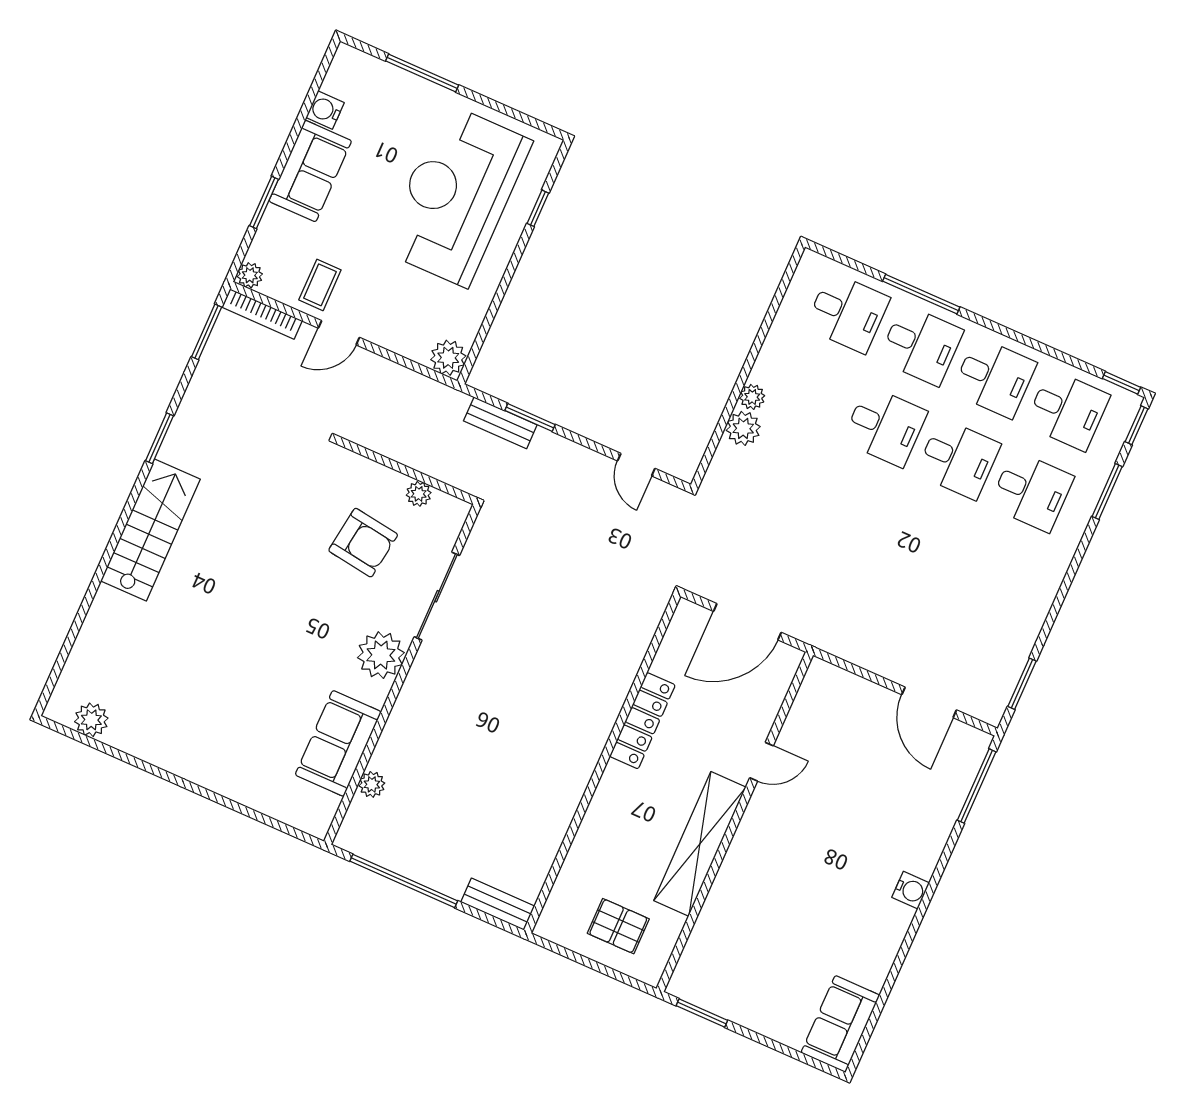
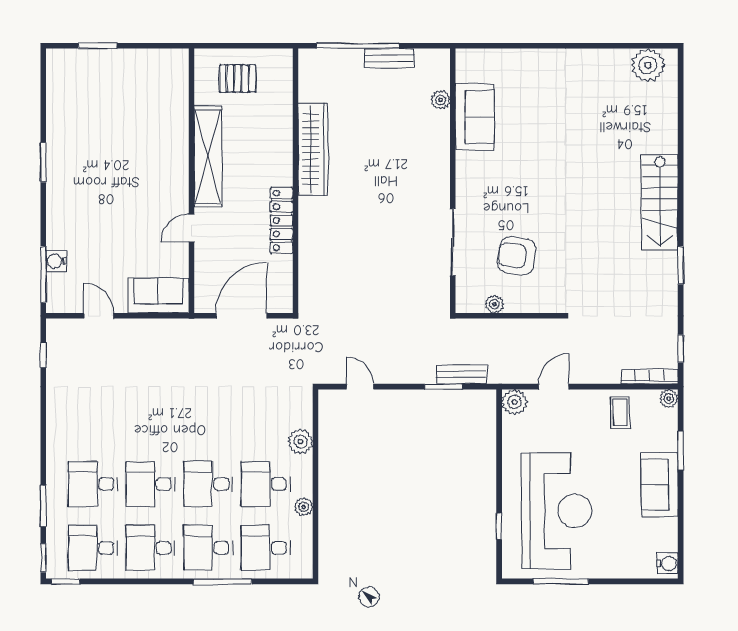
window: (422, 73) -> (561, 581), moved
water cooler: (325, 110) -> (667, 563), moved
window: (207, 332) -> (681, 349), width x0.67
door: (339, 333) -> (554, 387), moved
desk: (811, 394) -> (266, 484), added
plant: (752, 397) -> (304, 507), moved
plant: (381, 655) -> (472, 187), removed
window: (1022, 684) -> (43, 355), width x0.67
door: (929, 702) -> (99, 316), width x0.73
plant: (91, 720) -> (648, 65), width x1.36, depth x1.36
wardrobe: (562, 793) -> (313, 149), added
window: (404, 881) -> (358, 46), moved
water cooler: (911, 890) -> (56, 261), moved
bench: (498, 904) -> (389, 58), moved
window: (913, 929) -> (43, 162), added
window: (702, 1013) -> (98, 46), moved
sofa: (840, 1024) -> (158, 296), moved, turned -90

